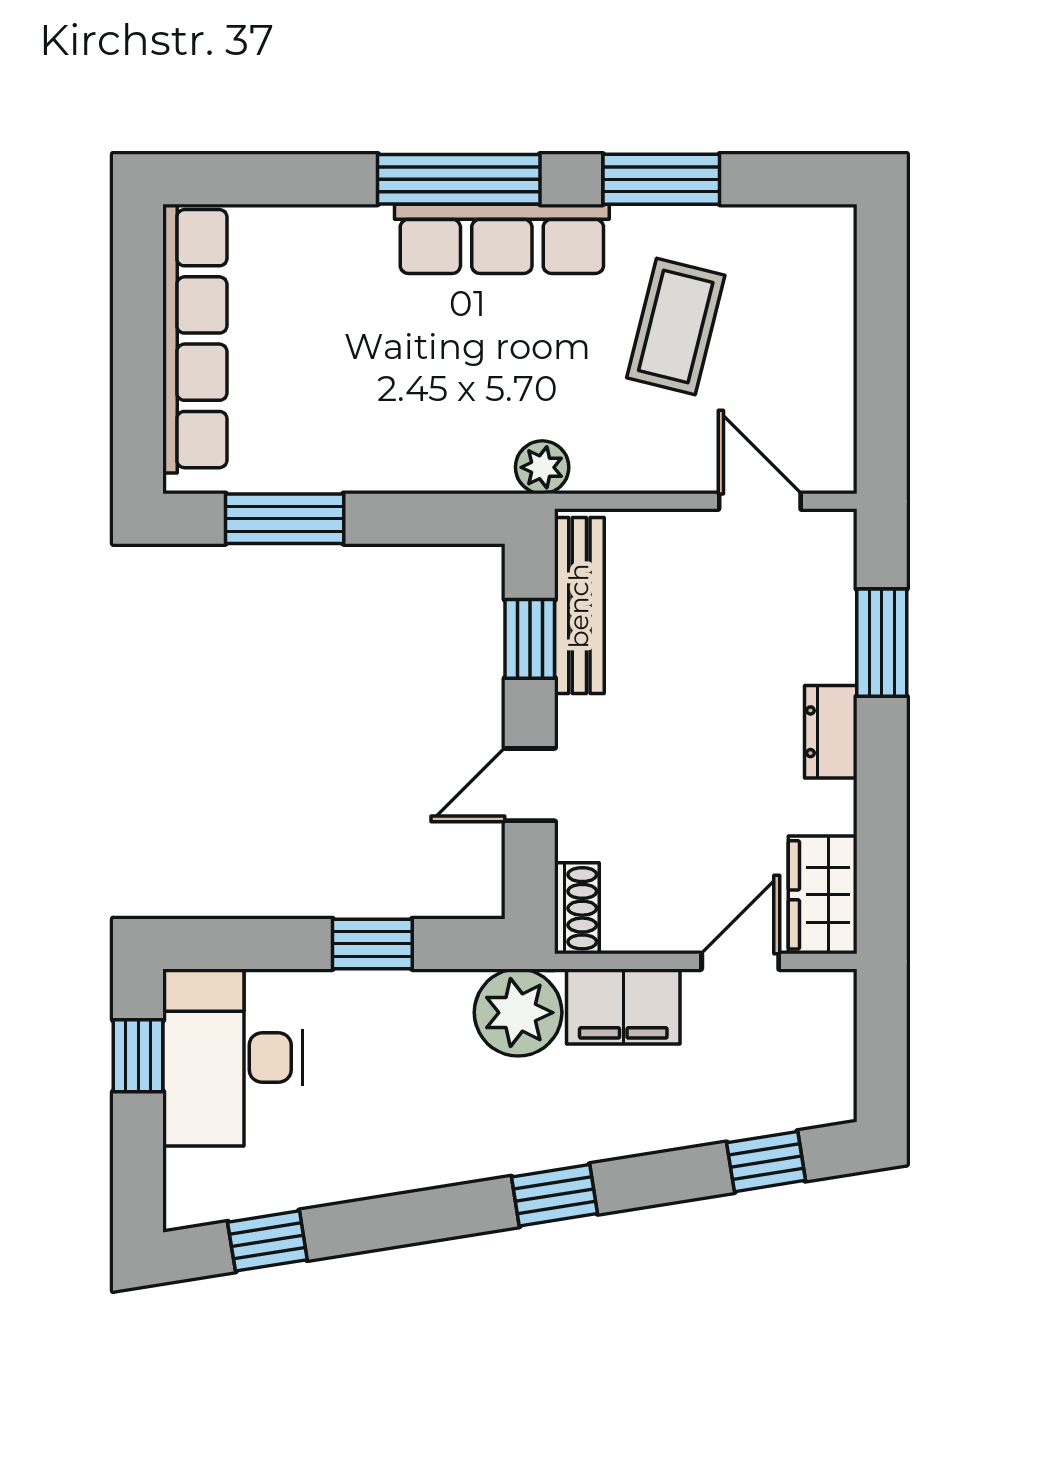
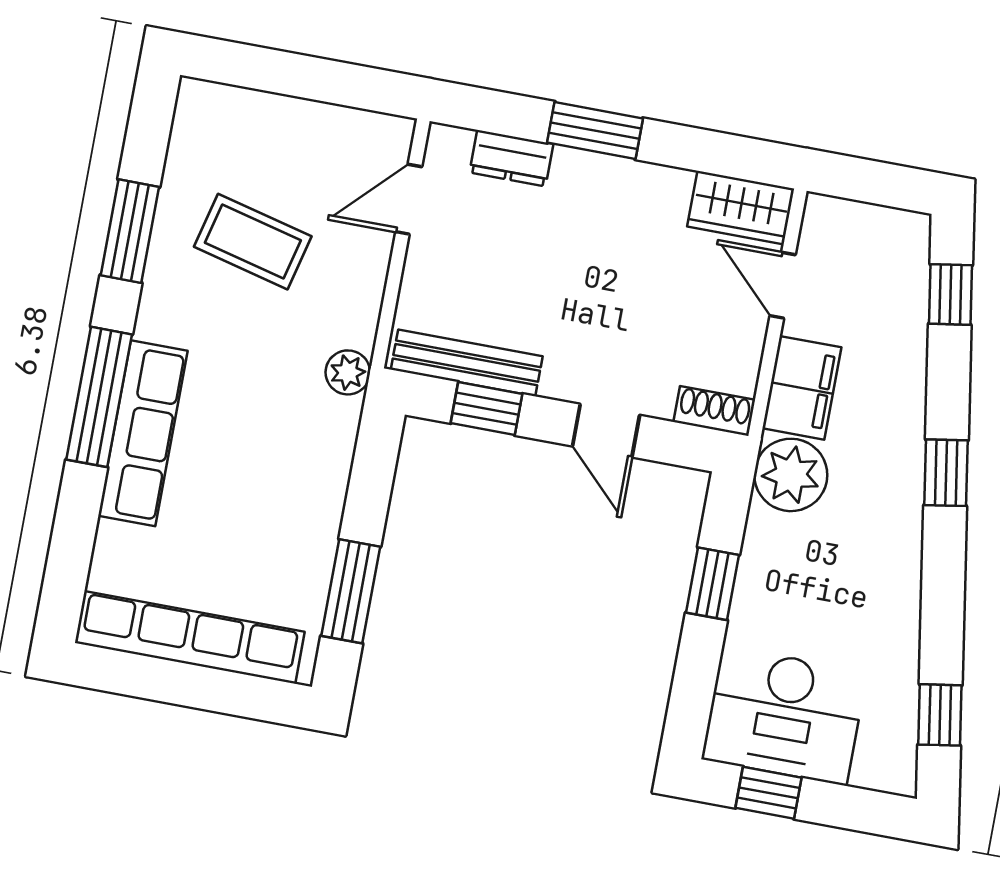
row of seats: (502, 239) -> (143, 433), moved
window: (882, 643) -> (595, 130), moved
dresser: (831, 732) -> (511, 158), moved

